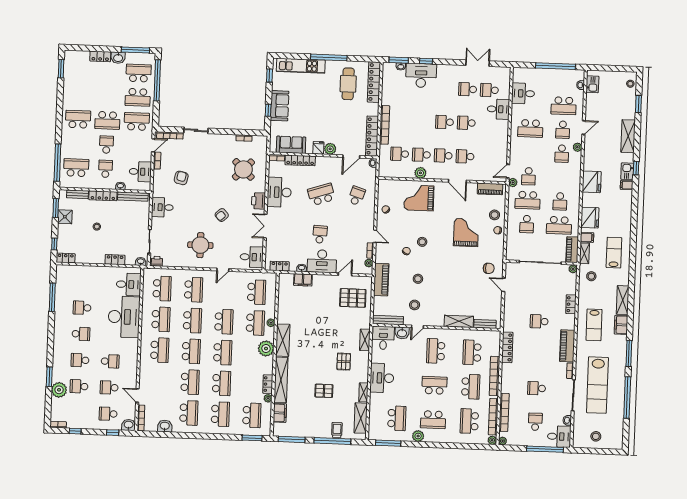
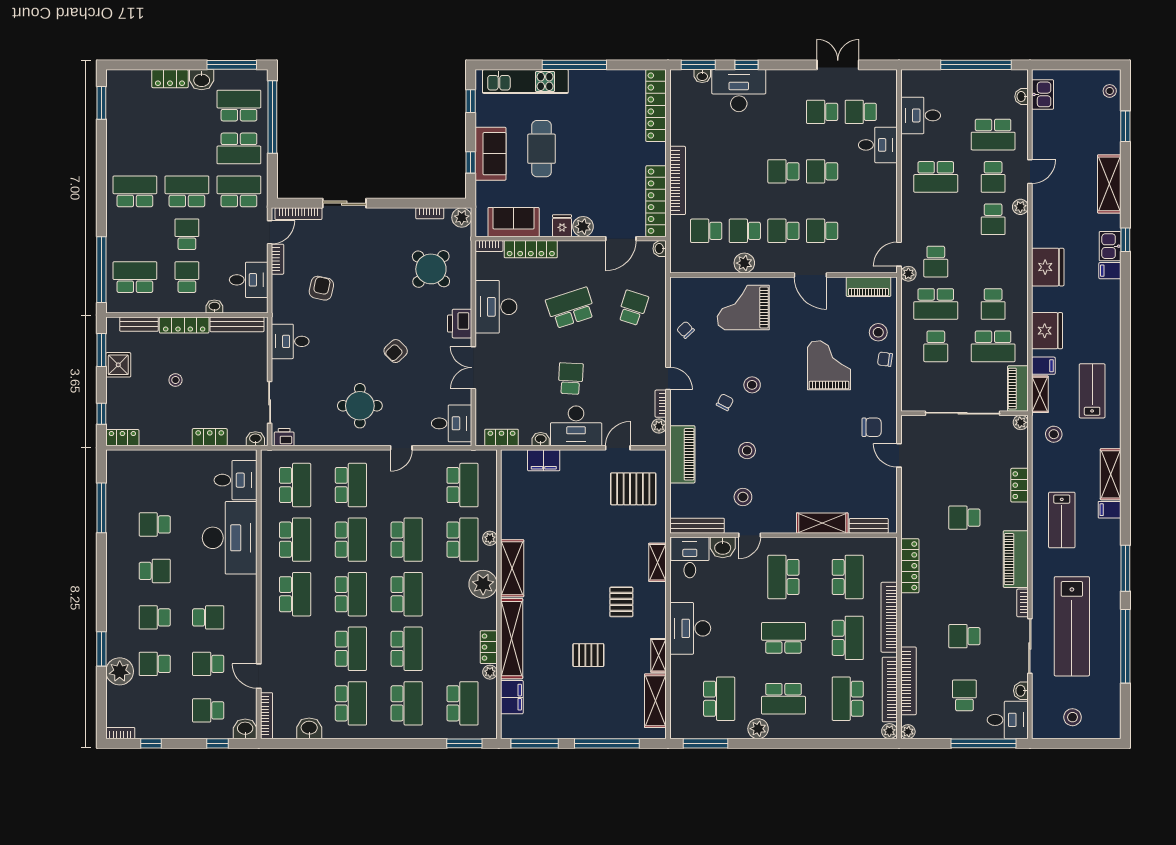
cafe table: (348, 84) -> (541, 149), moved
school desk: (107, 120) -> (187, 191), turned 180
plant: (262, 141) -> (462, 218), added
filing cabinet: (621, 325) -> (1110, 510), width x0.50
school desk: (472, 352) -> (848, 577), turned 180
trolley: (337, 430) -> (614, 723), removed

